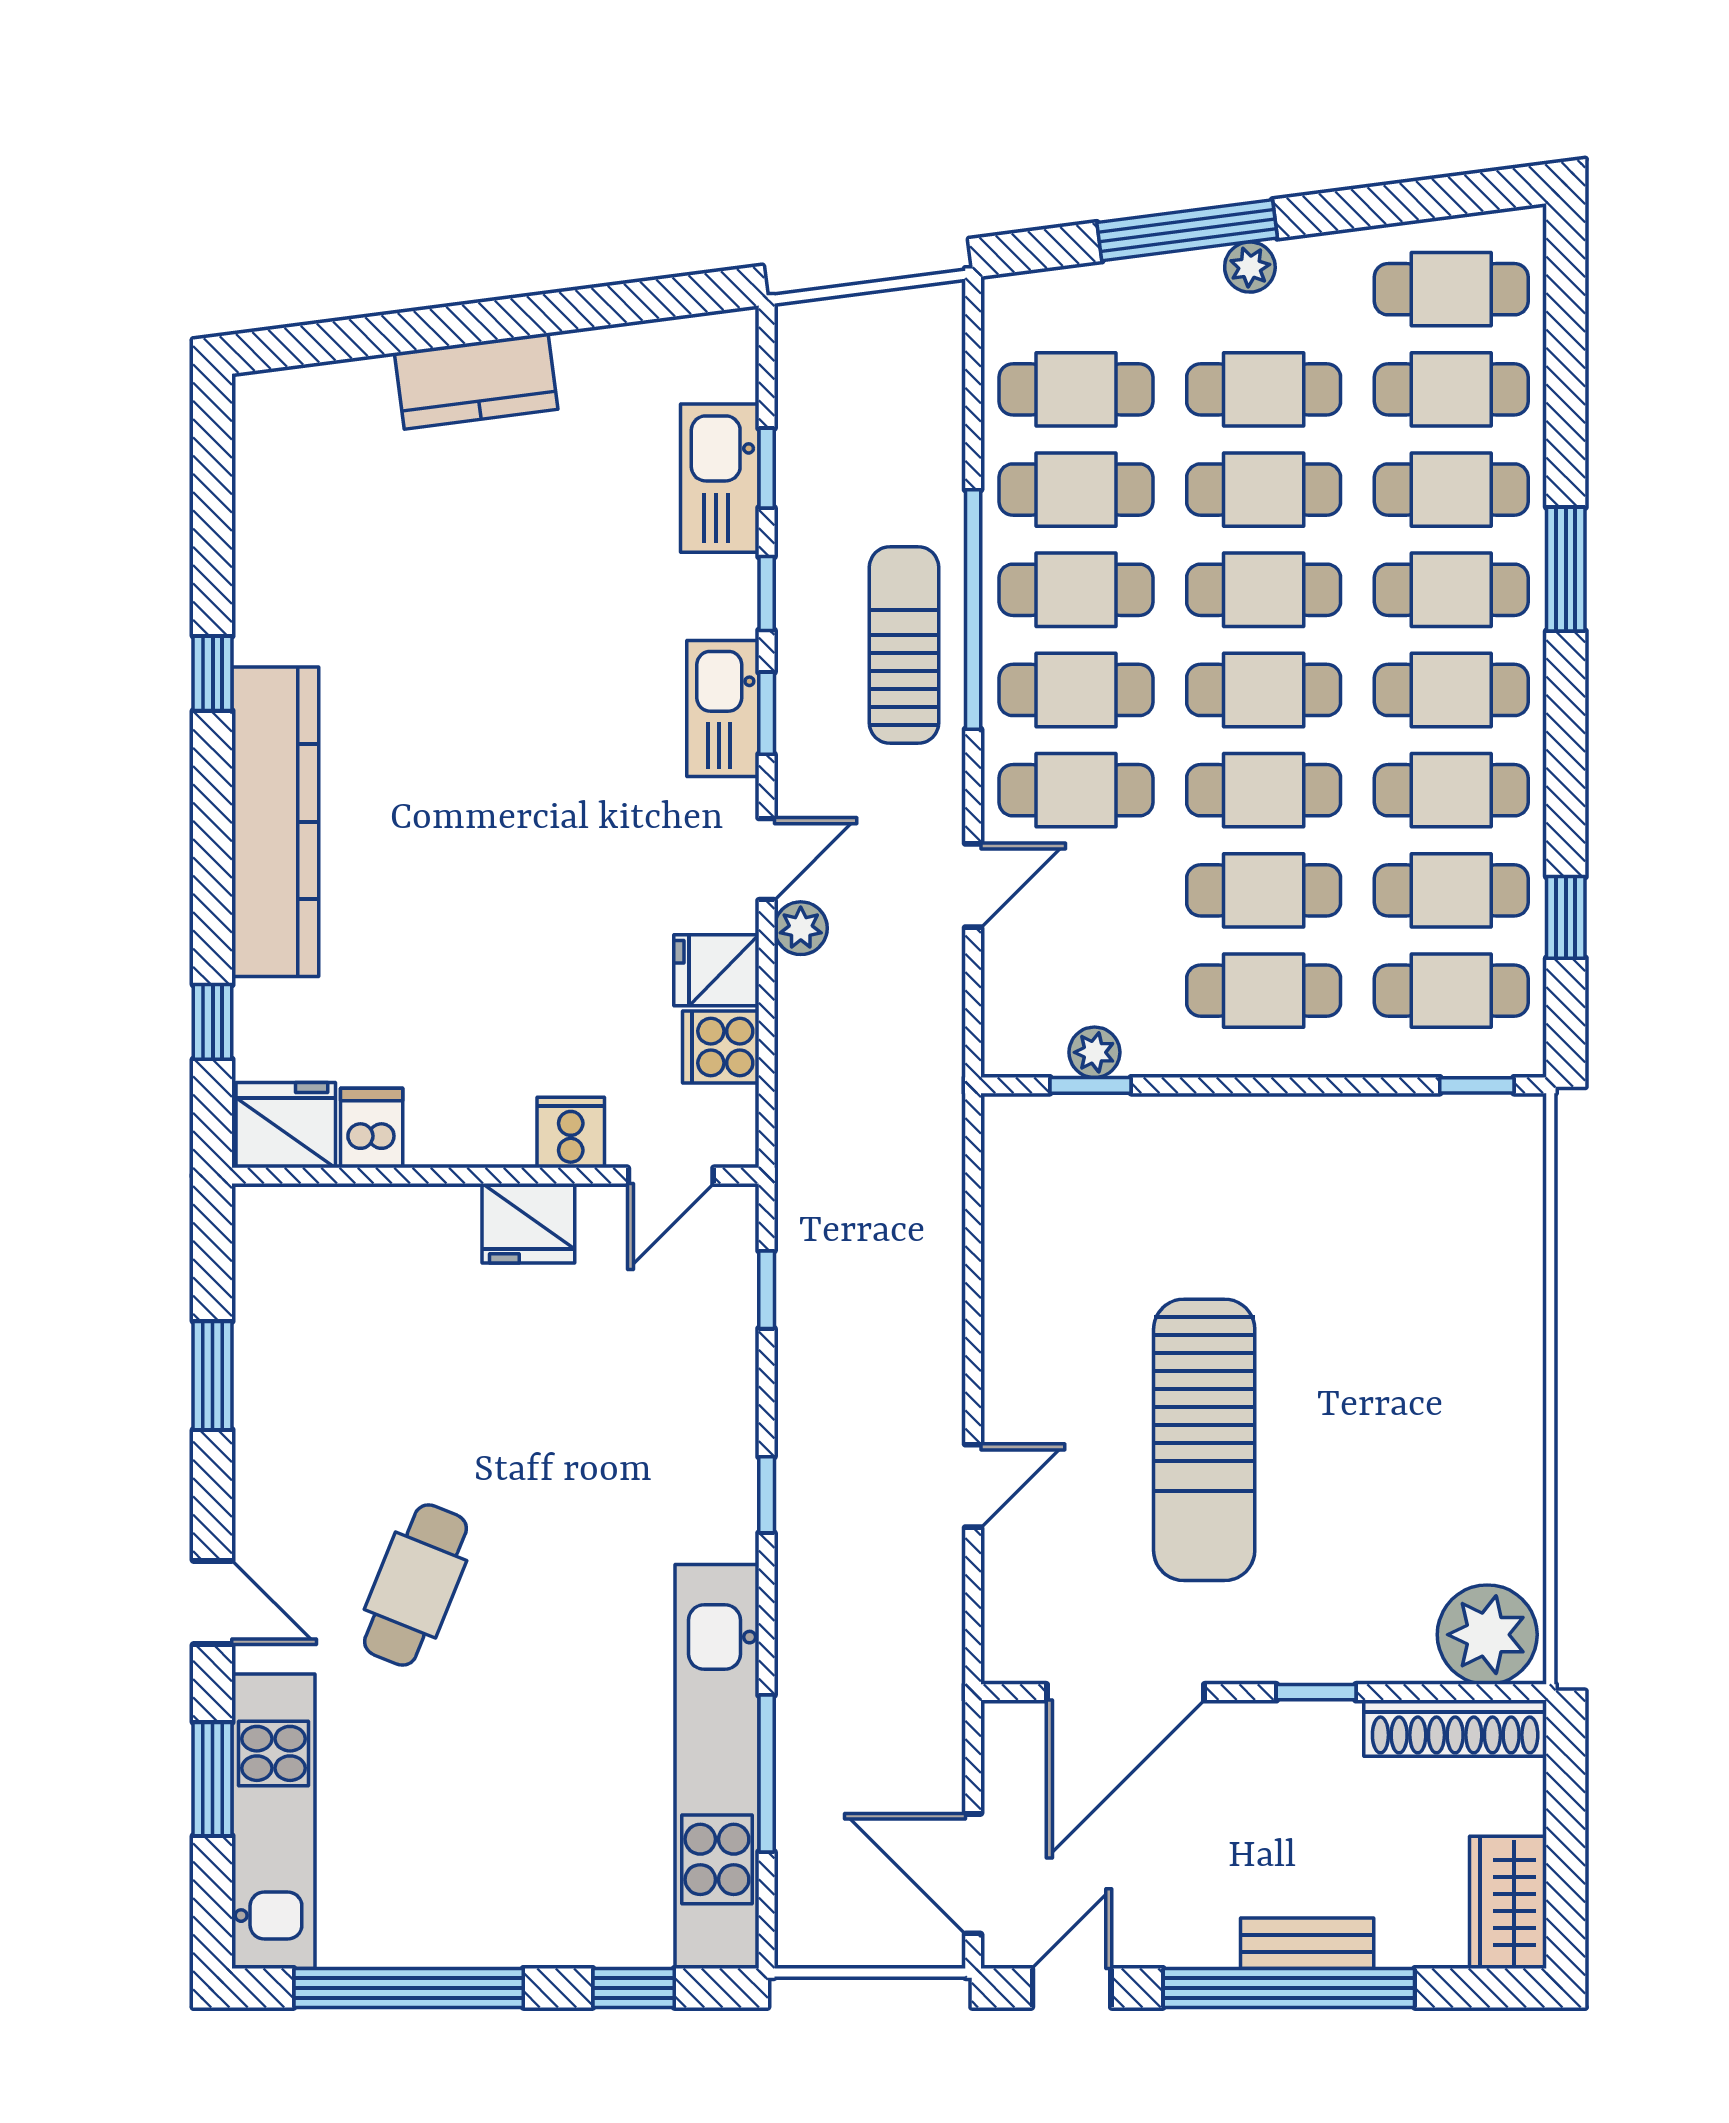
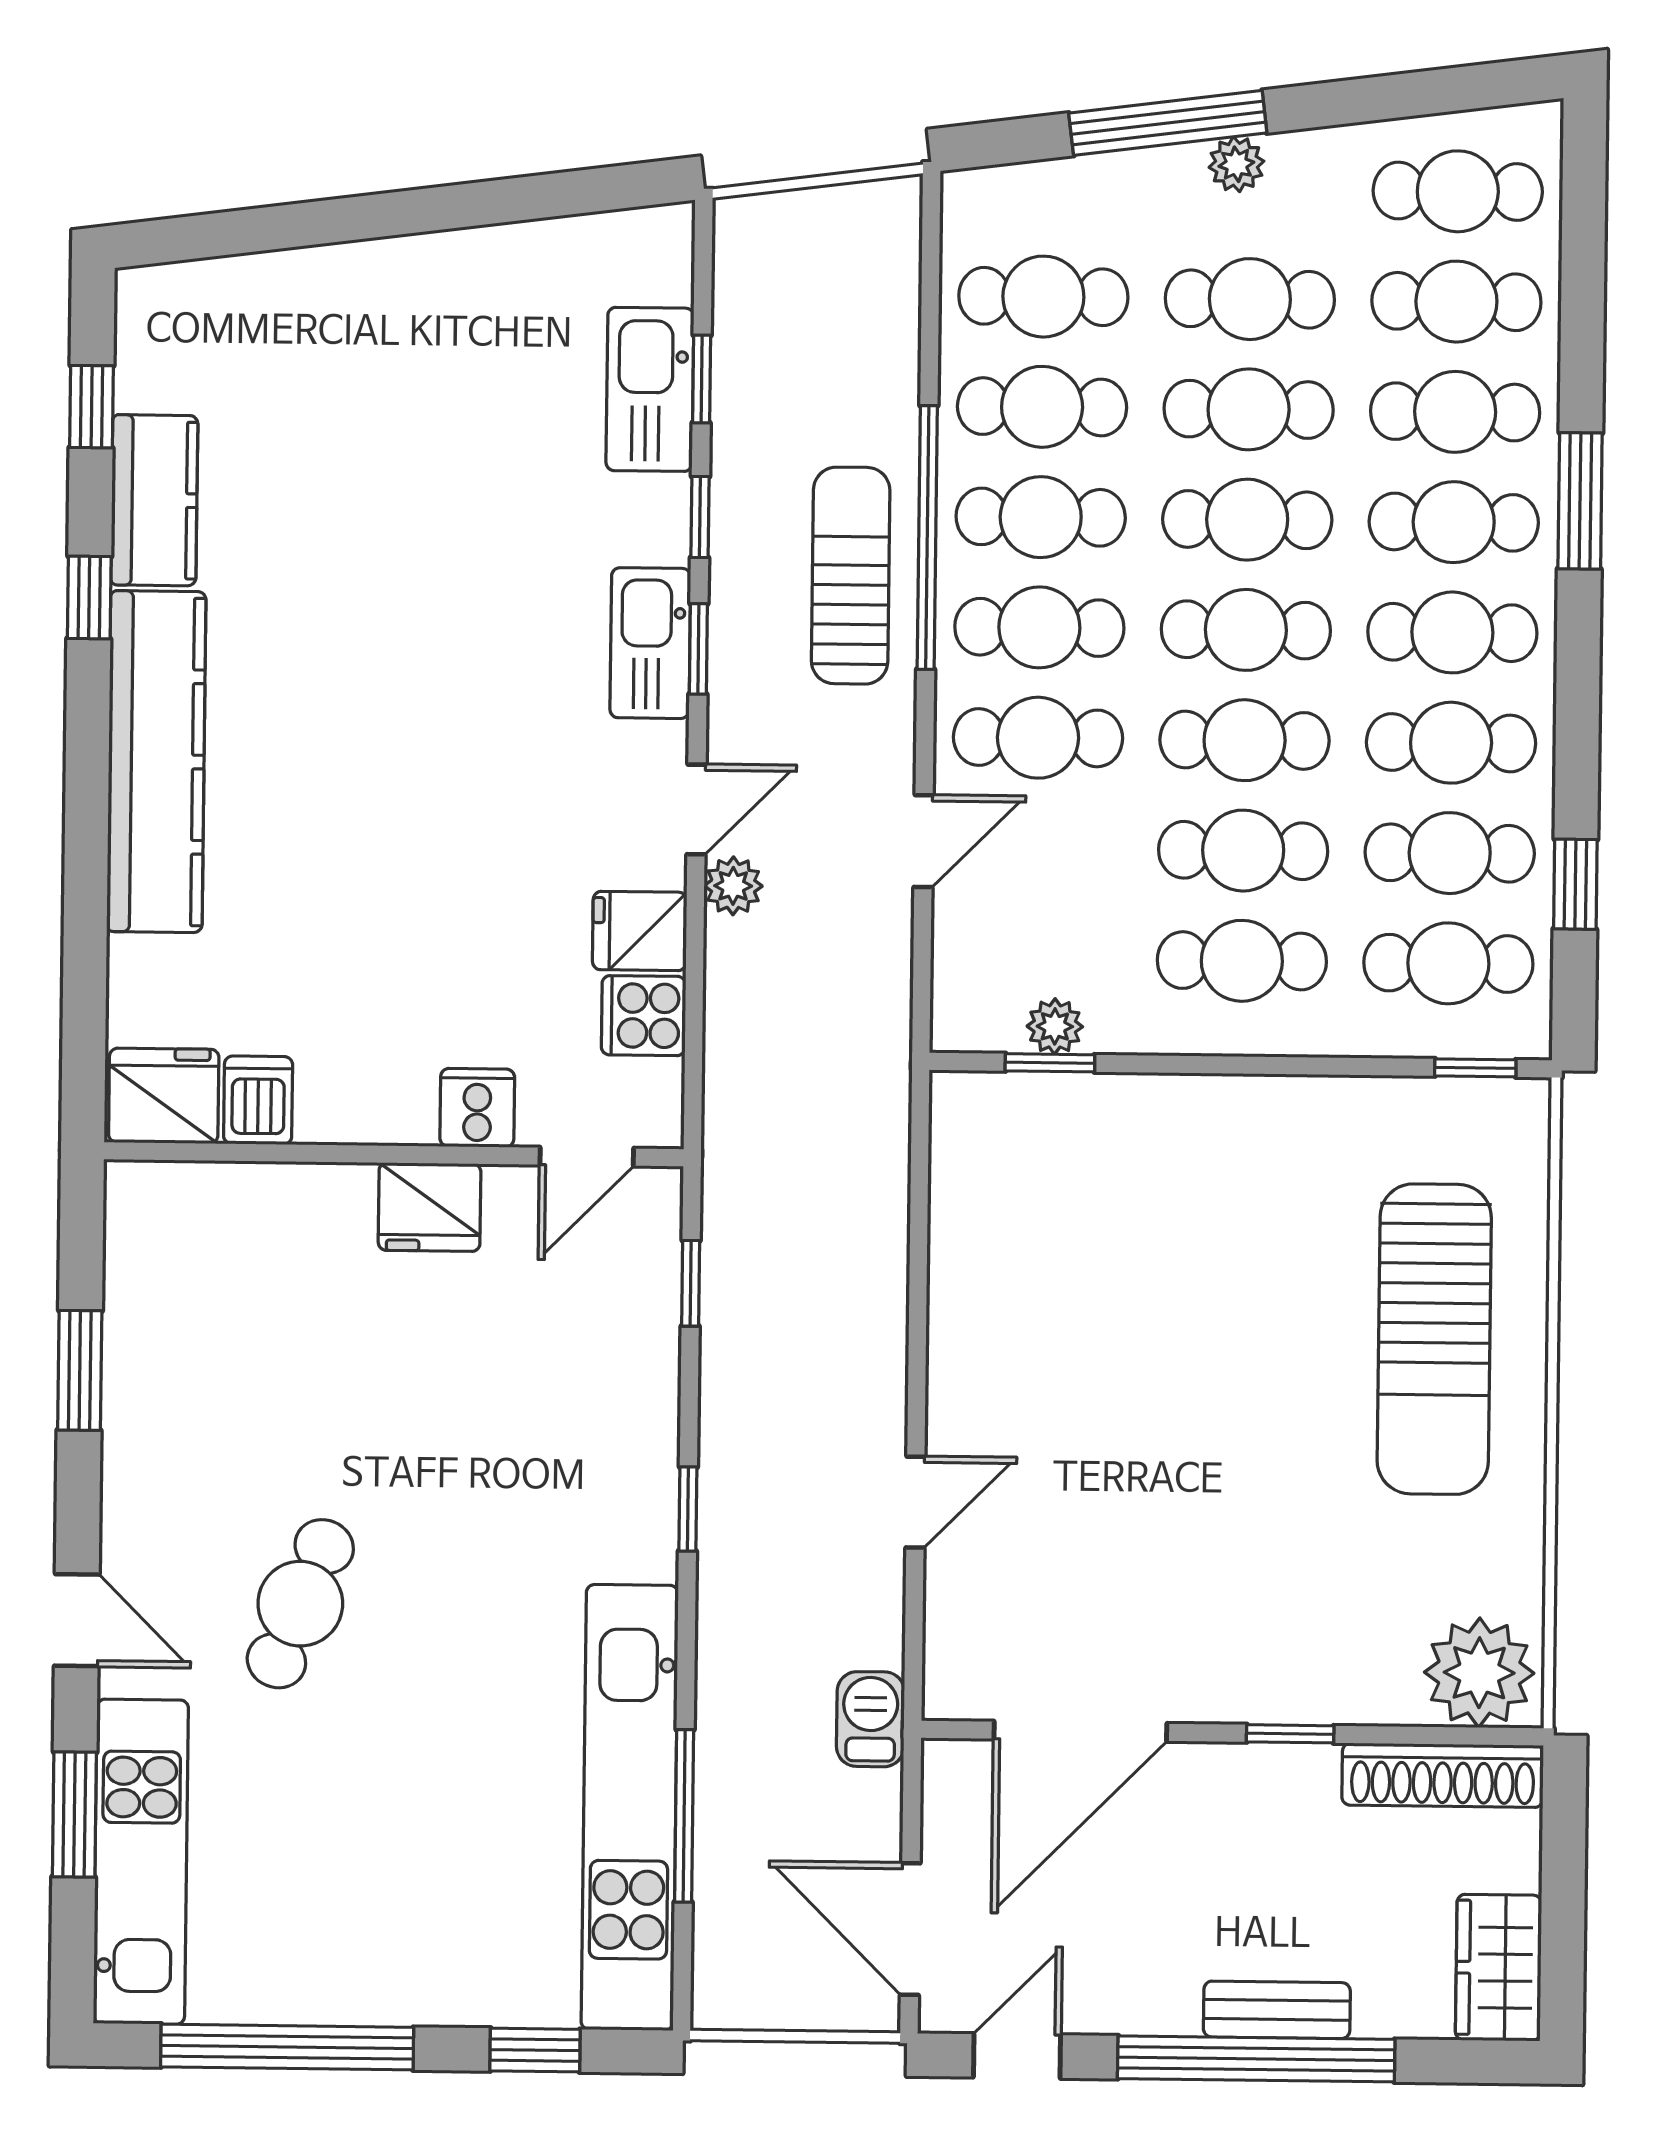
kitchen counter: (476, 381) -> (154, 500), moved, turned -83
window: (213, 1022) -> (92, 407), moved
sun lounger: (1204, 1440) -> (1434, 1339), moved
barbecue: (935, 1684) -> (871, 1719), added

